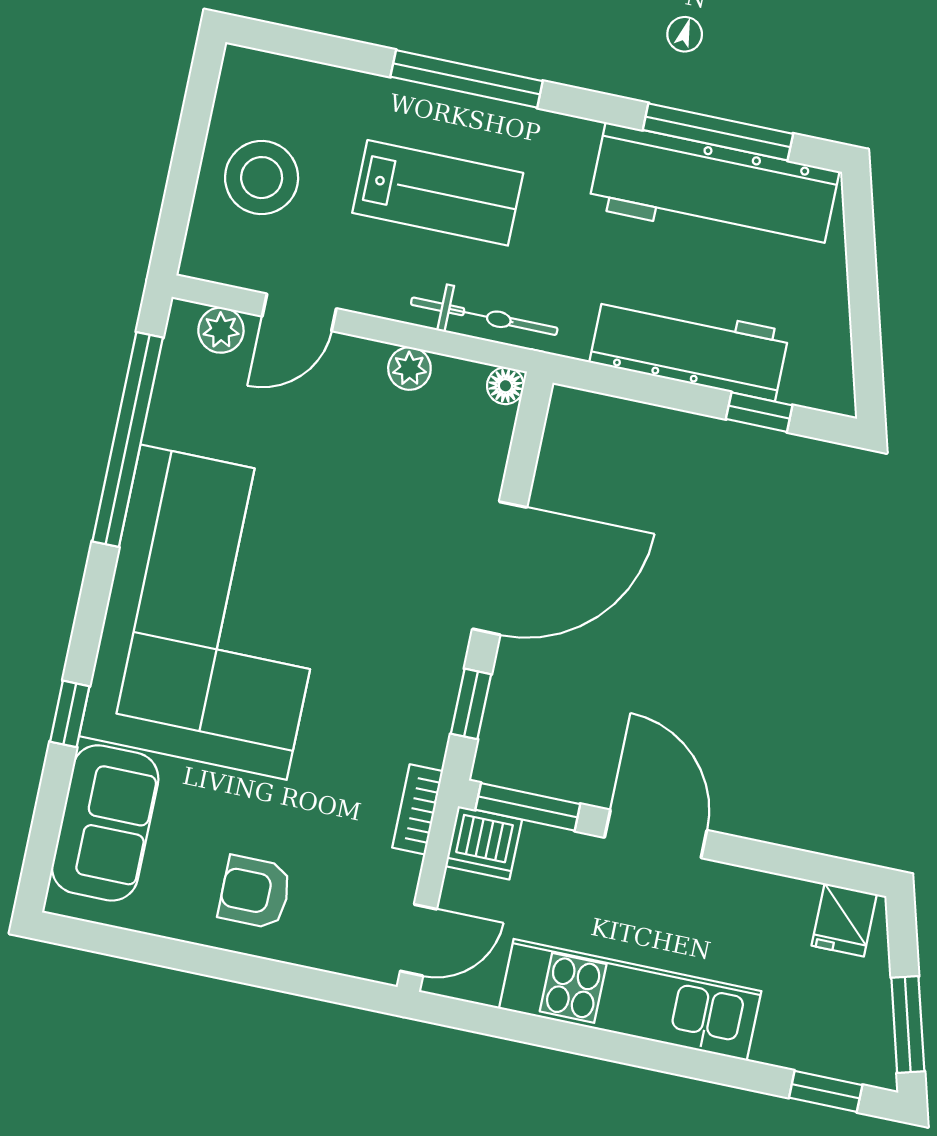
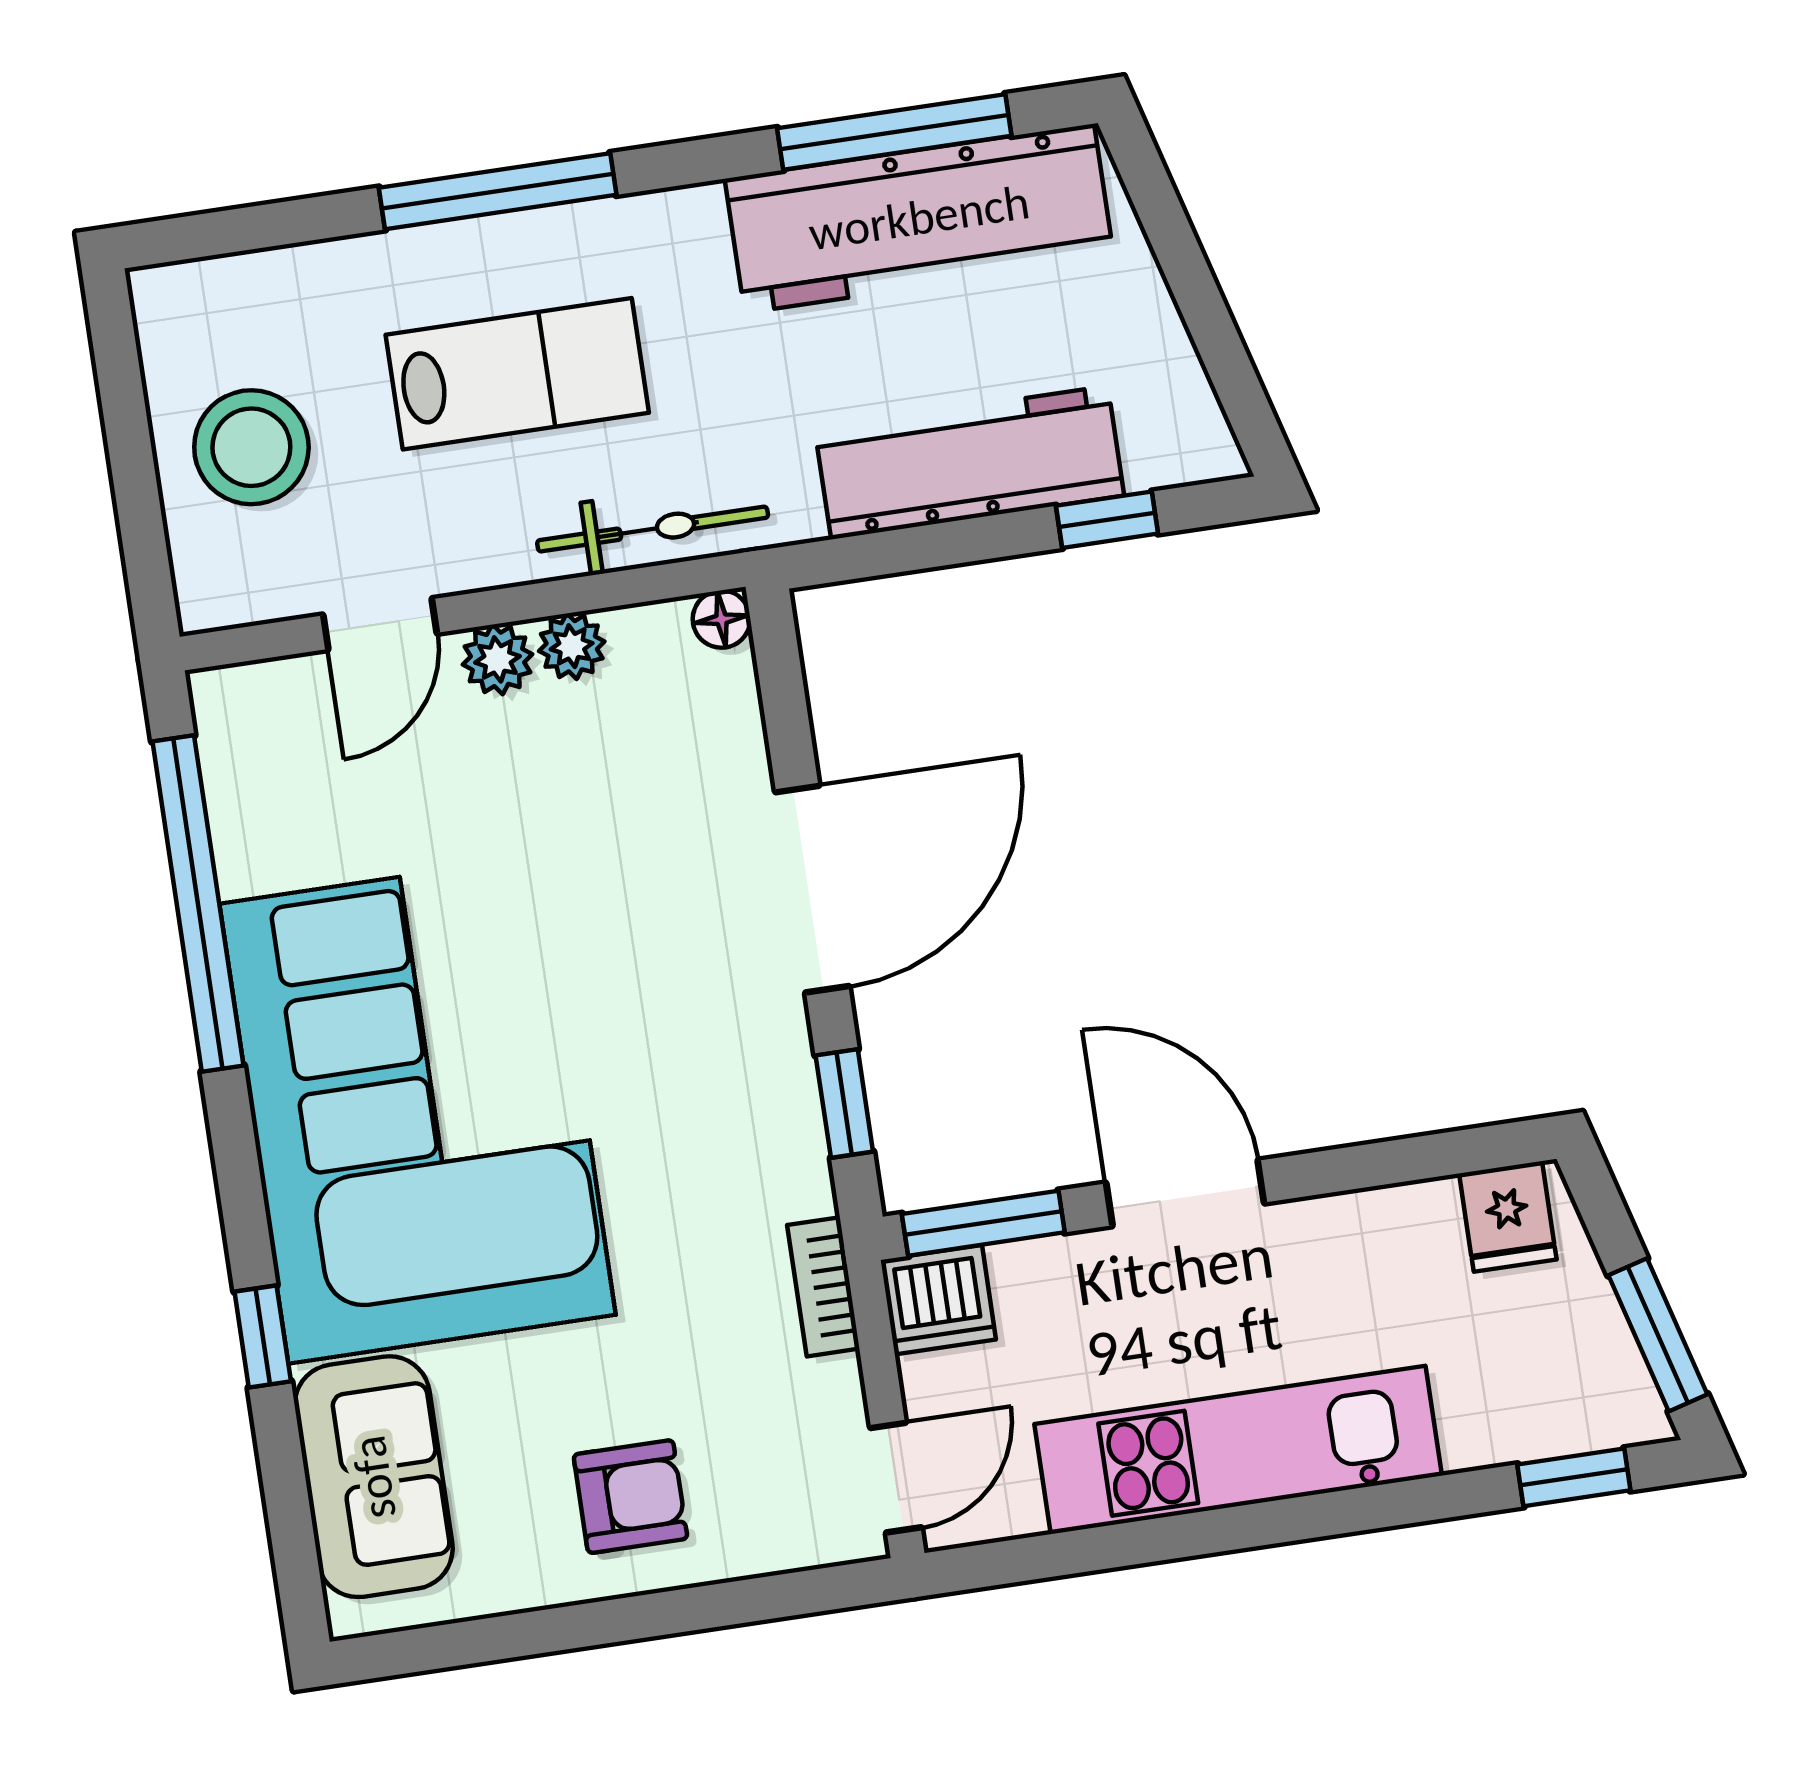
plant: (221, 330) -> (497, 659), moved
armchair: (255, 892) -> (630, 1497), turned 180

